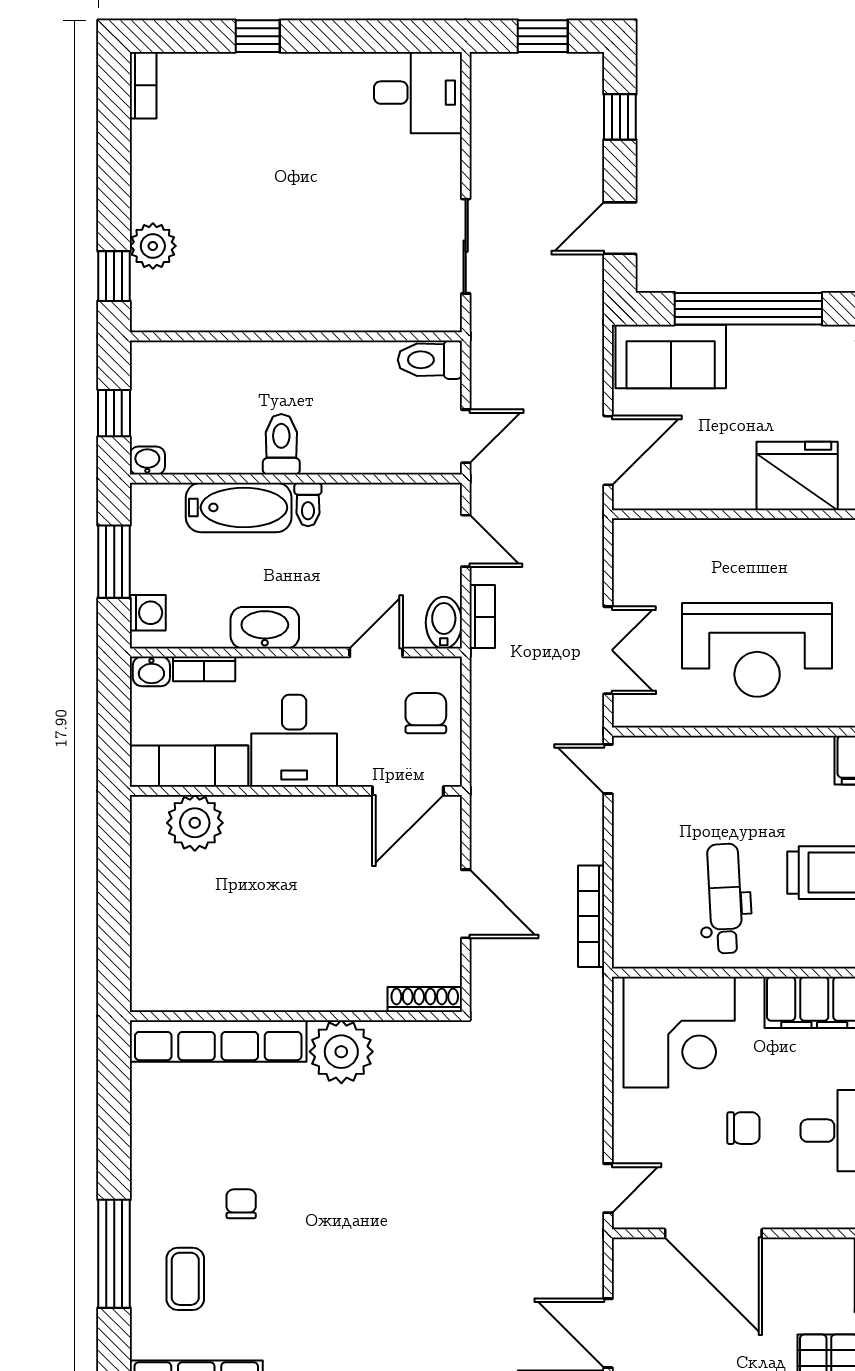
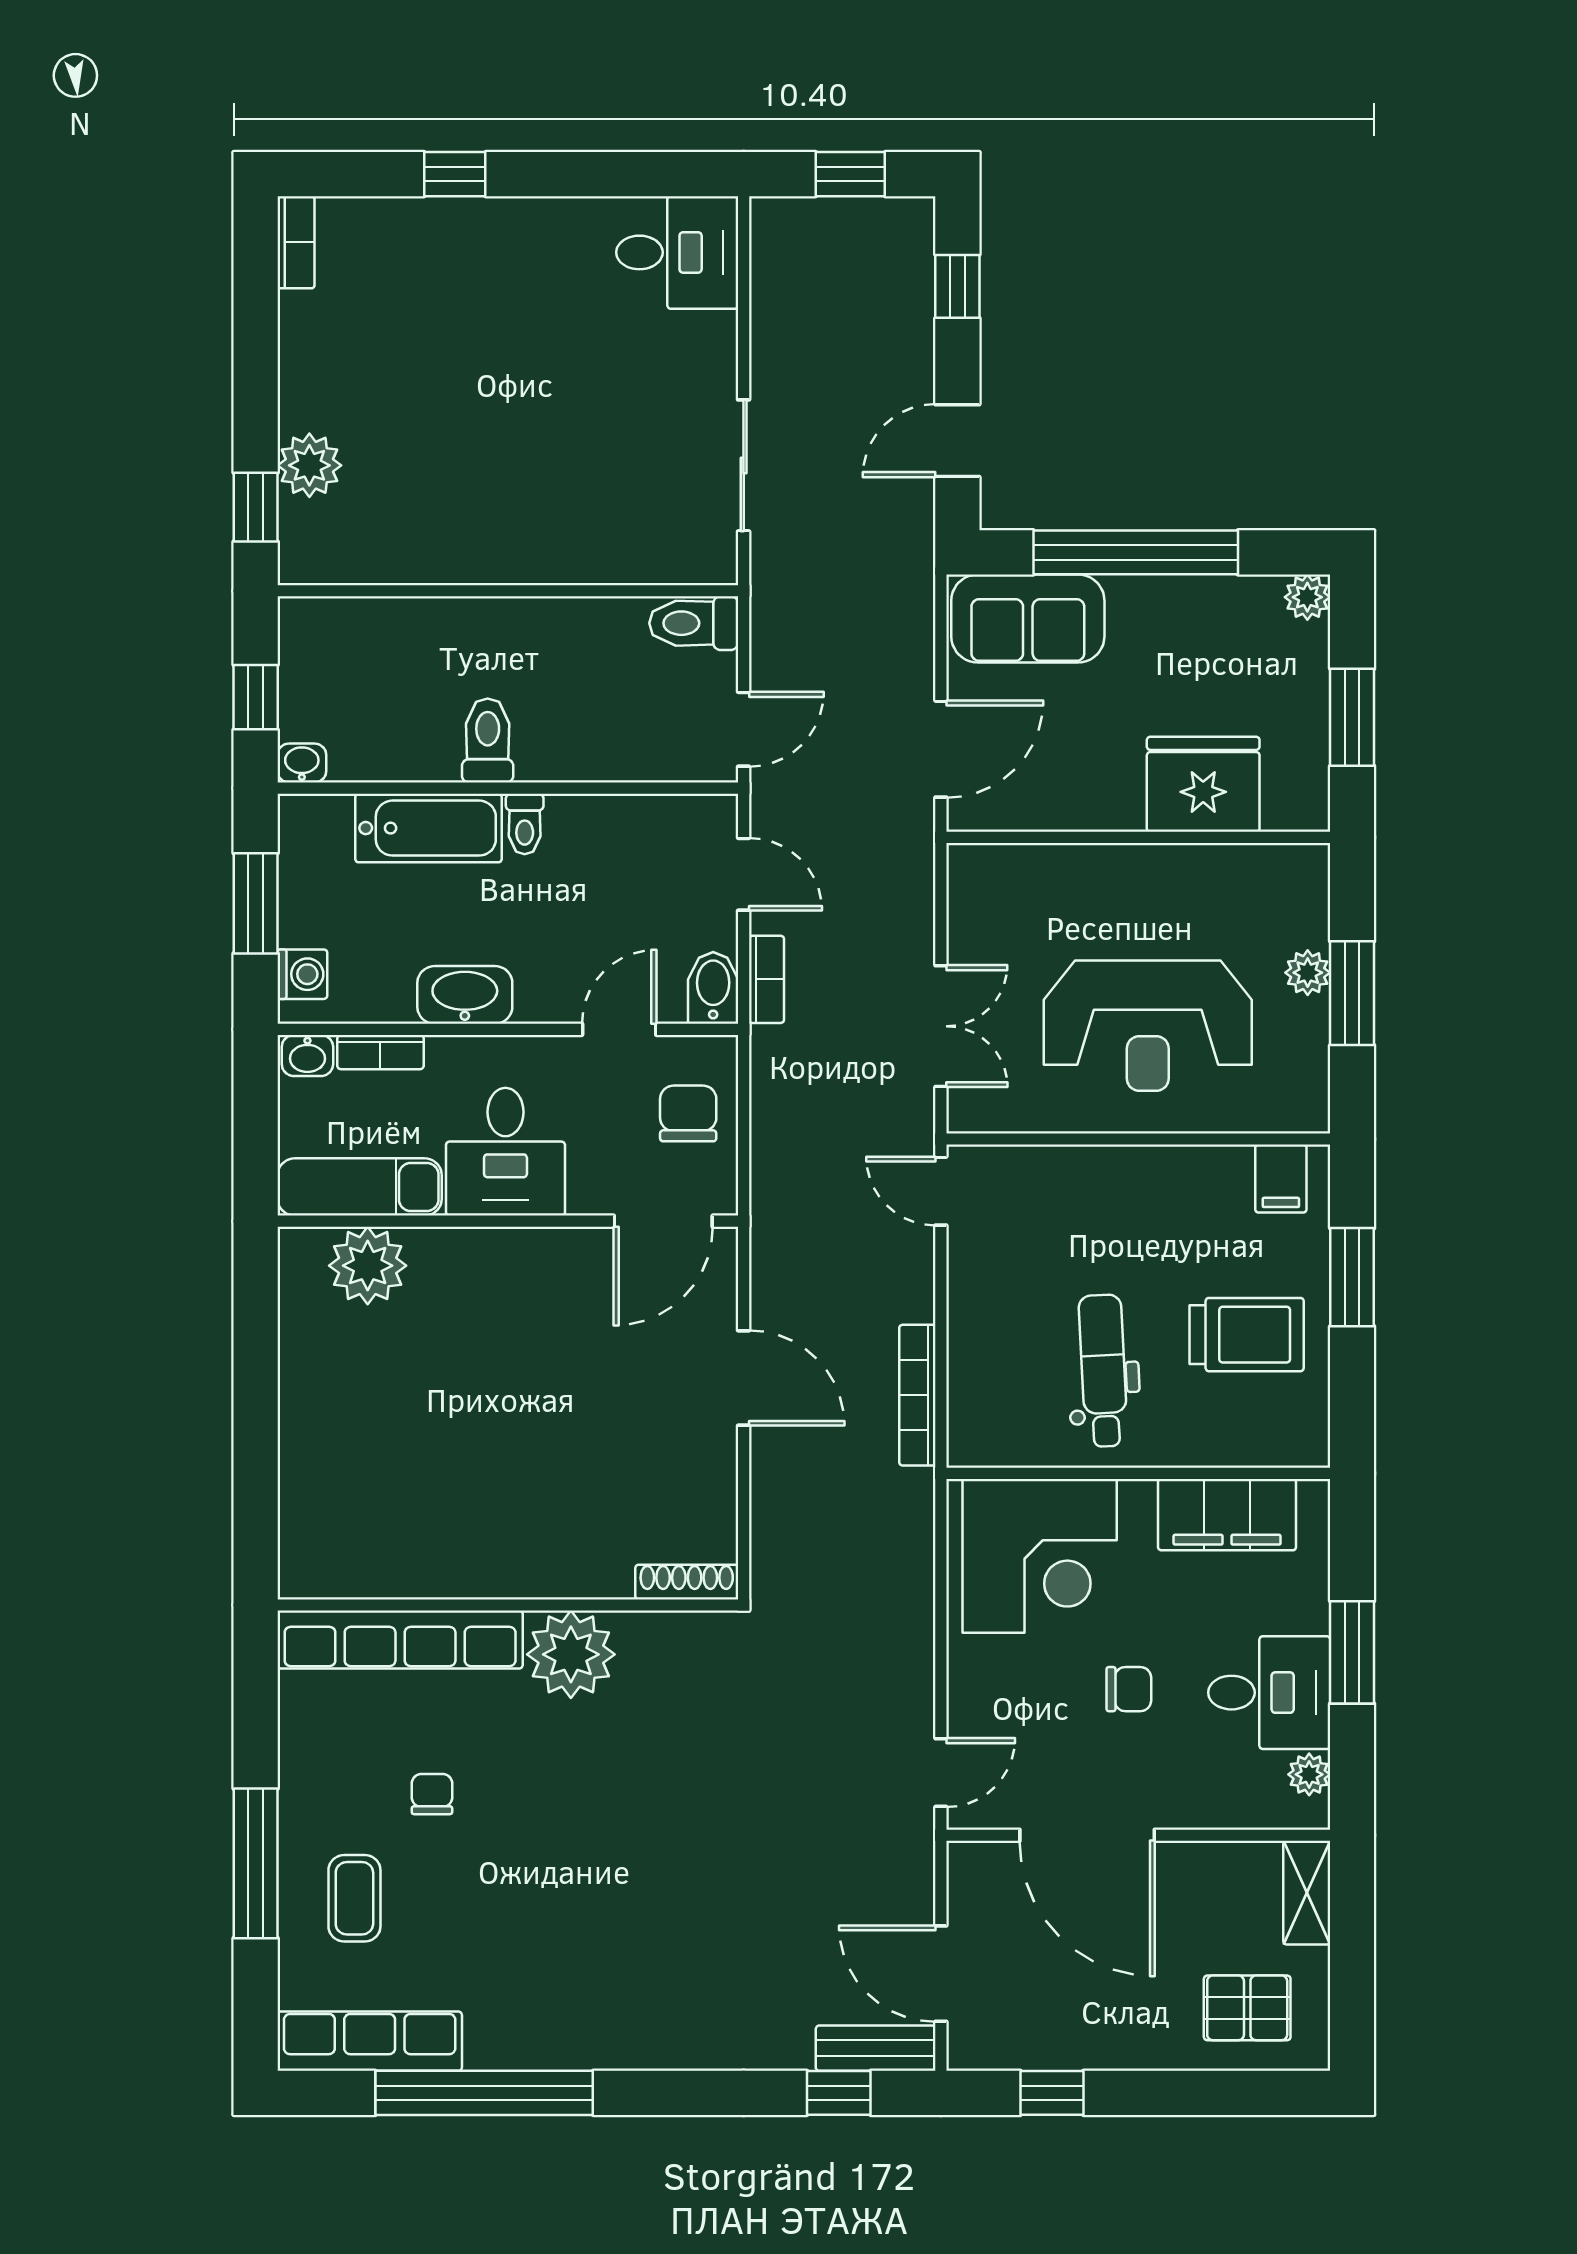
shoe rack: (425, 1000) -> (687, 1582), moved
wall: (296, 1016) -> (508, 1605), moved
row of seats: (218, 1041) -> (400, 1640), moved
plant: (341, 1052) -> (571, 1654), moved

